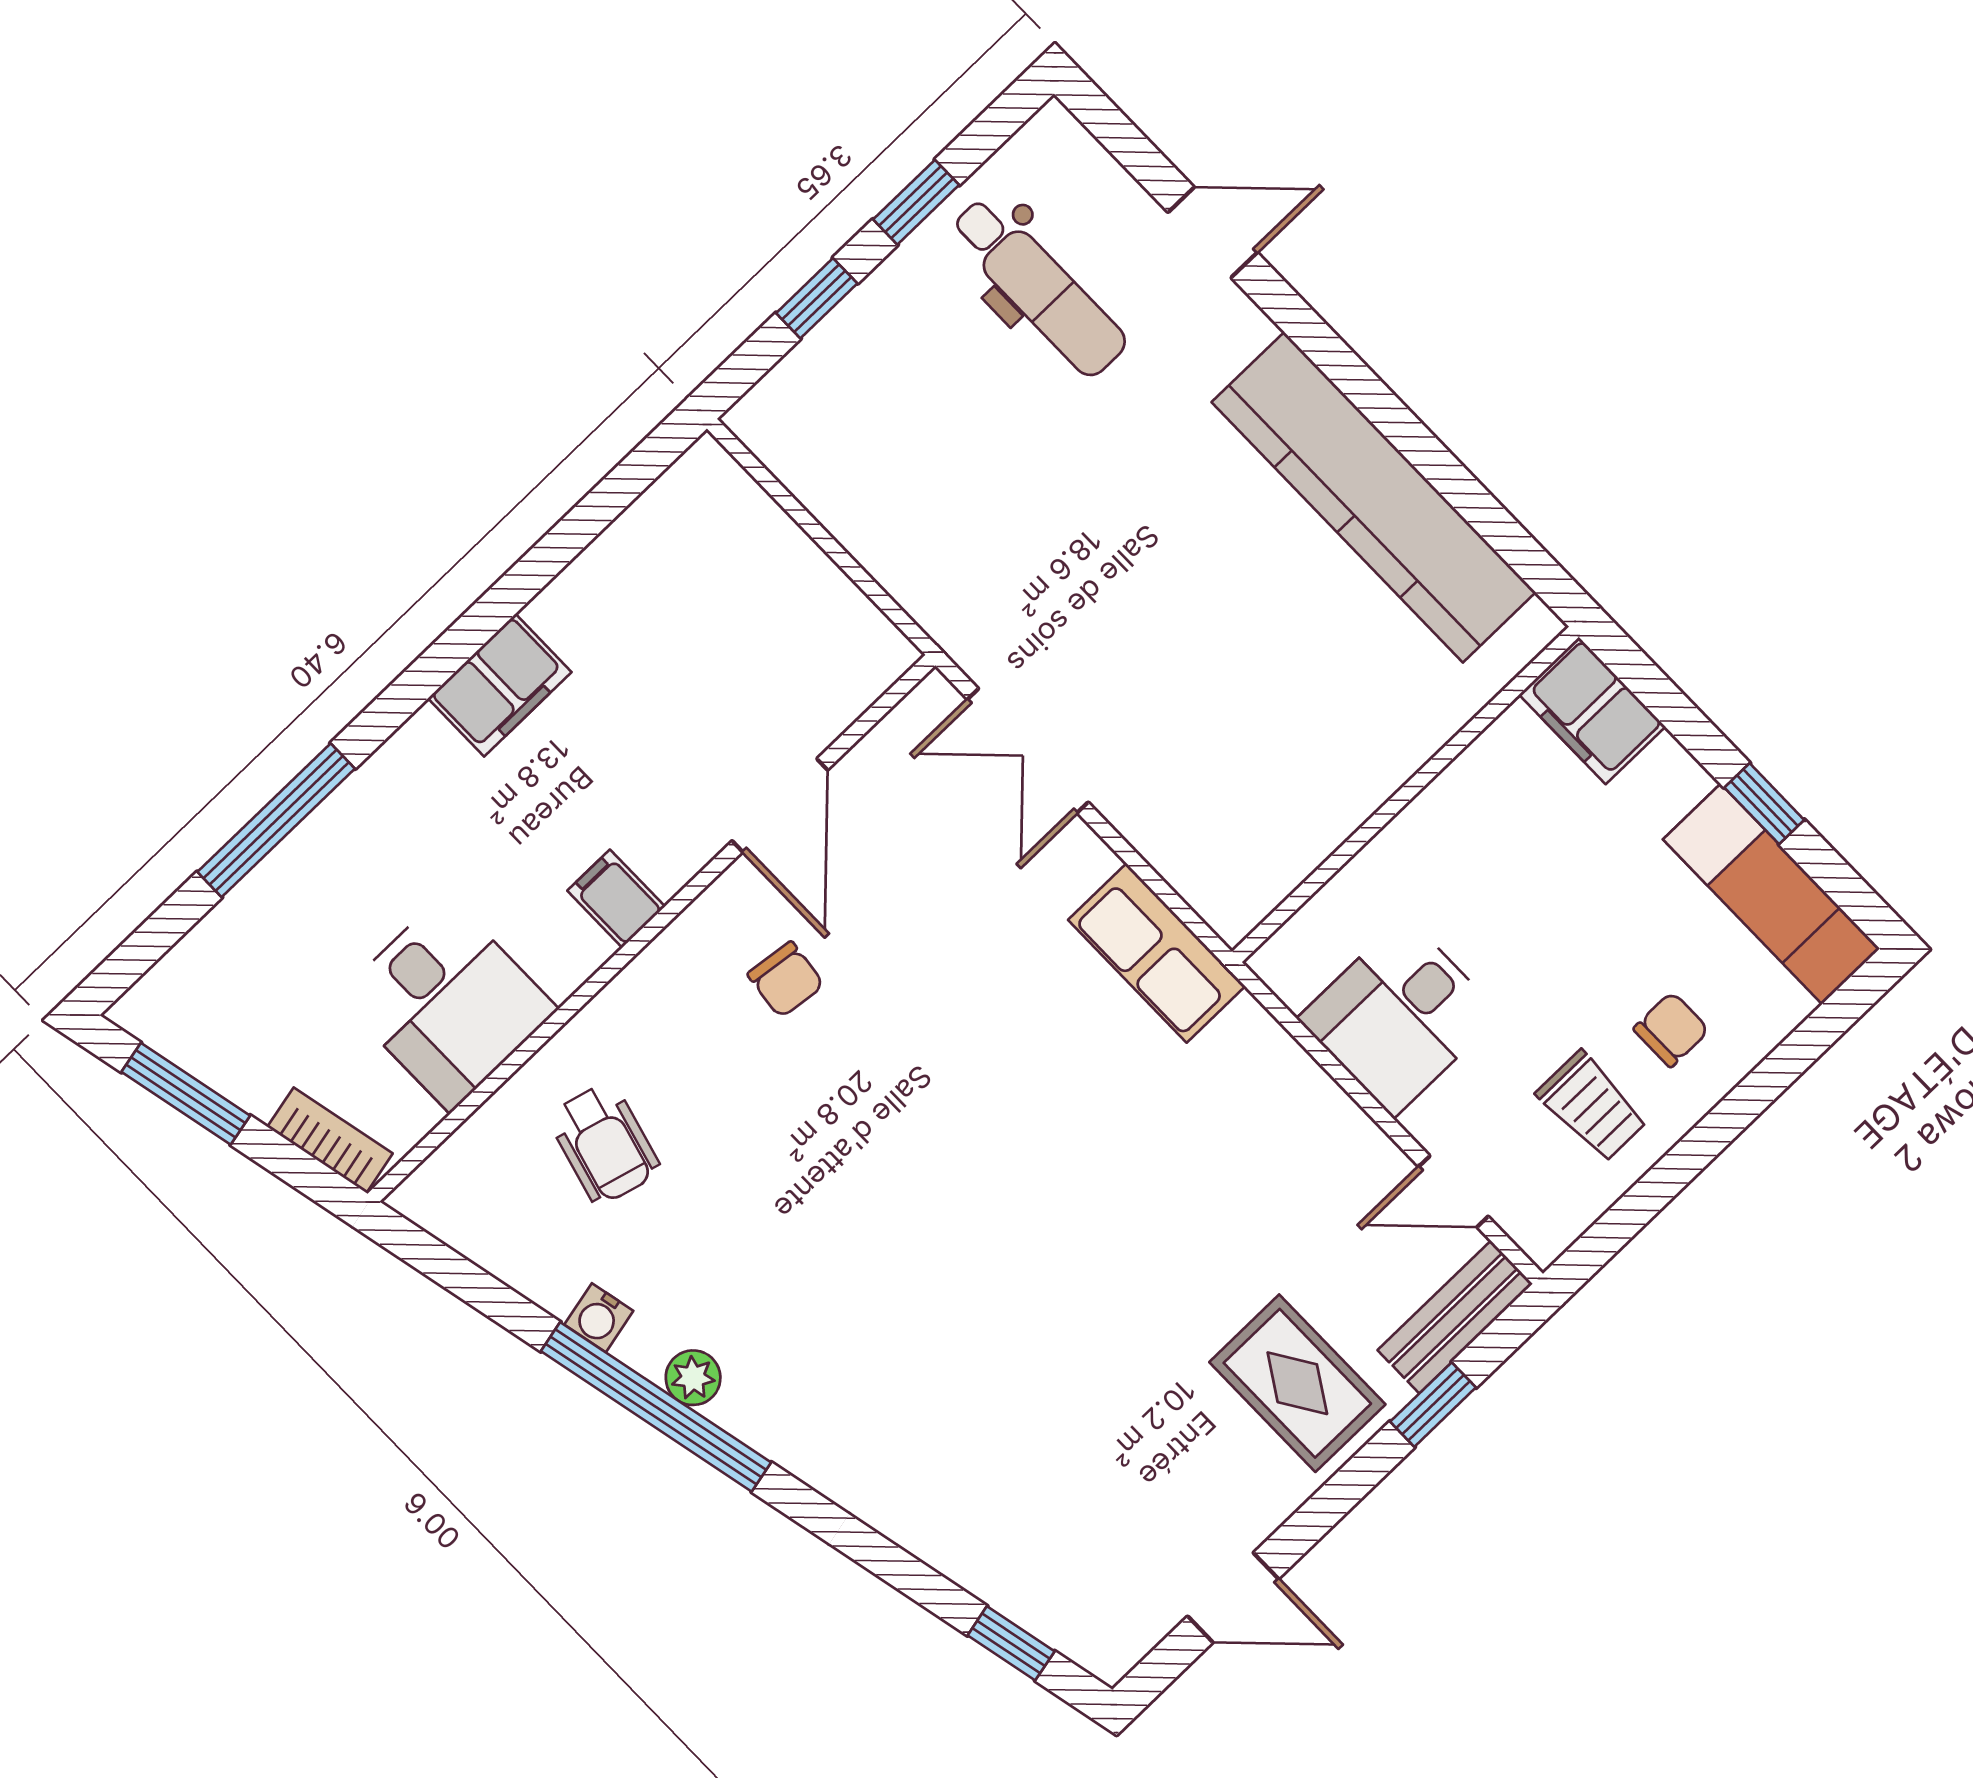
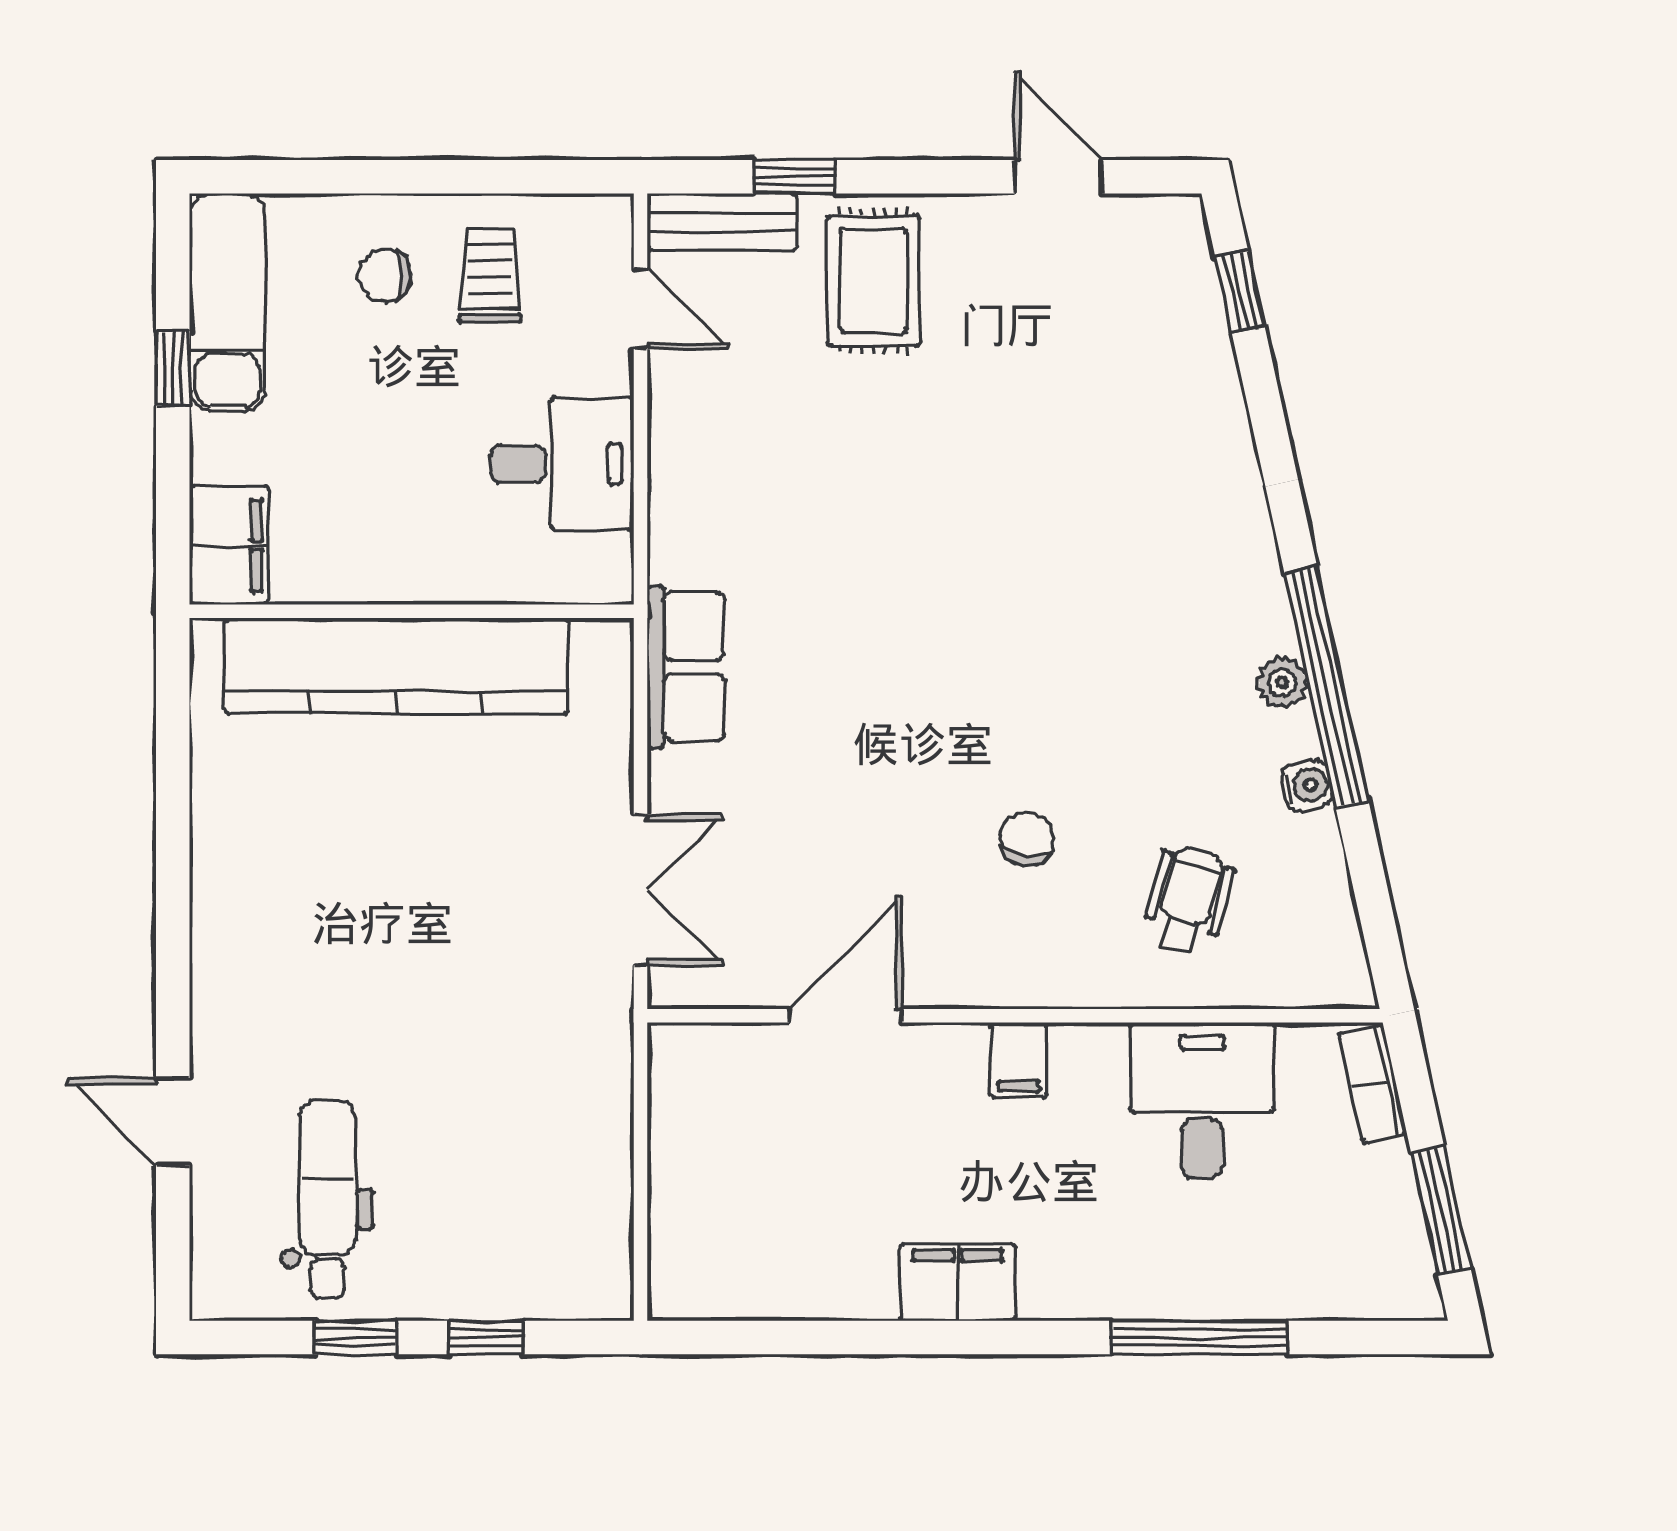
kitchen counter: (1374, 497) -> (397, 666), moved, turned 90
chair: (786, 980) -> (1027, 839), moved

